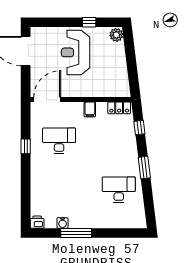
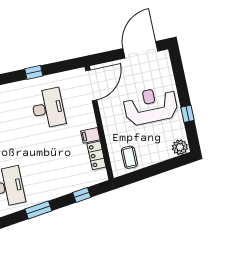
coffee table: (116, 80) -> (129, 157), added
door: (47, 100) -> (91, 85), hinge flipped
locker: (119, 108) -> (96, 155), moved

